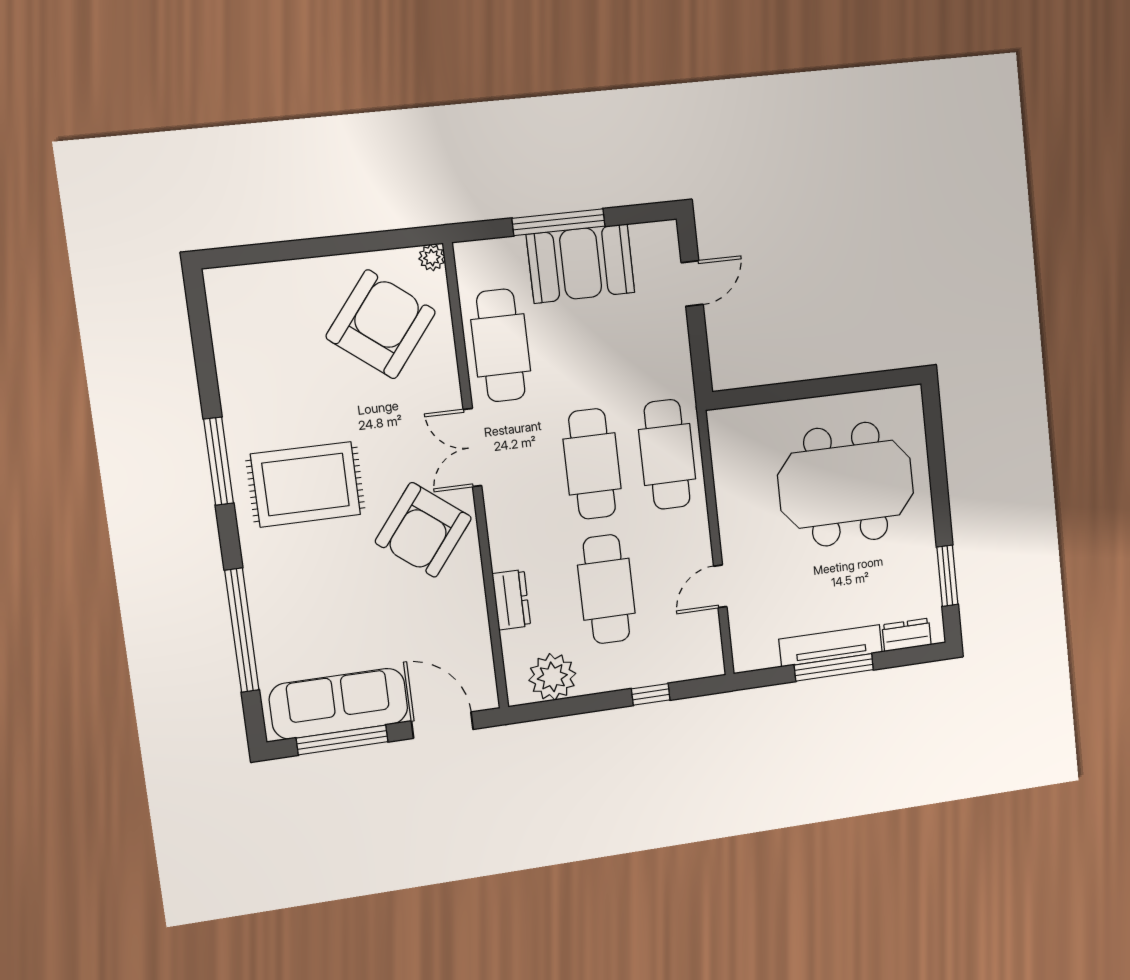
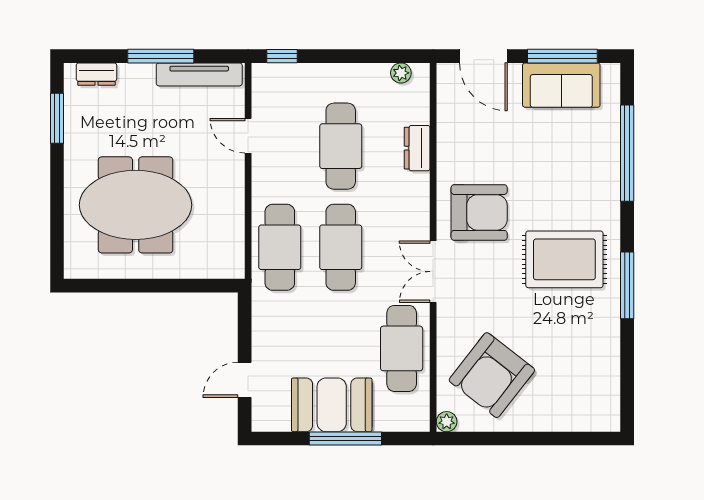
double door: (472, 448) -> (433, 272), swing flipped
armchair: (423, 530) -> (479, 212), turned 52
door: (720, 586) -> (248, 136), swing flipped
tv unit: (831, 646) -> (199, 74), moved
plant: (552, 677) -> (401, 73), width x0.53, depth x0.53
window: (651, 694) -> (282, 56), moved
sofa: (339, 704) -> (561, 85), width x0.73

